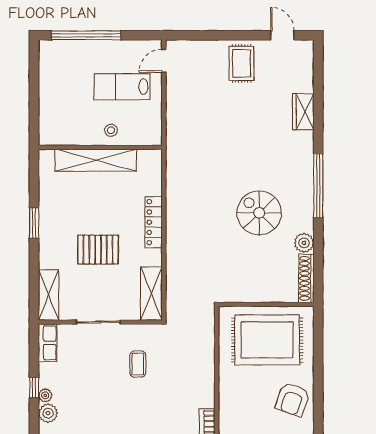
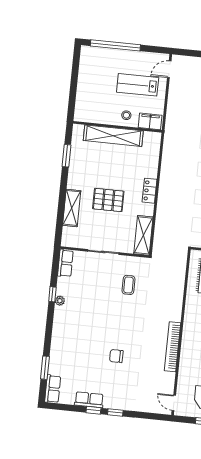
filing cabinet: (145, 135) -> (150, 121), added
locker: (154, 222) -> (150, 191), width x0.66
window: (34, 223) -> (66, 156), moved
shelving: (49, 295) -> (72, 208), moved
plant: (48, 413) -> (61, 314), removed

